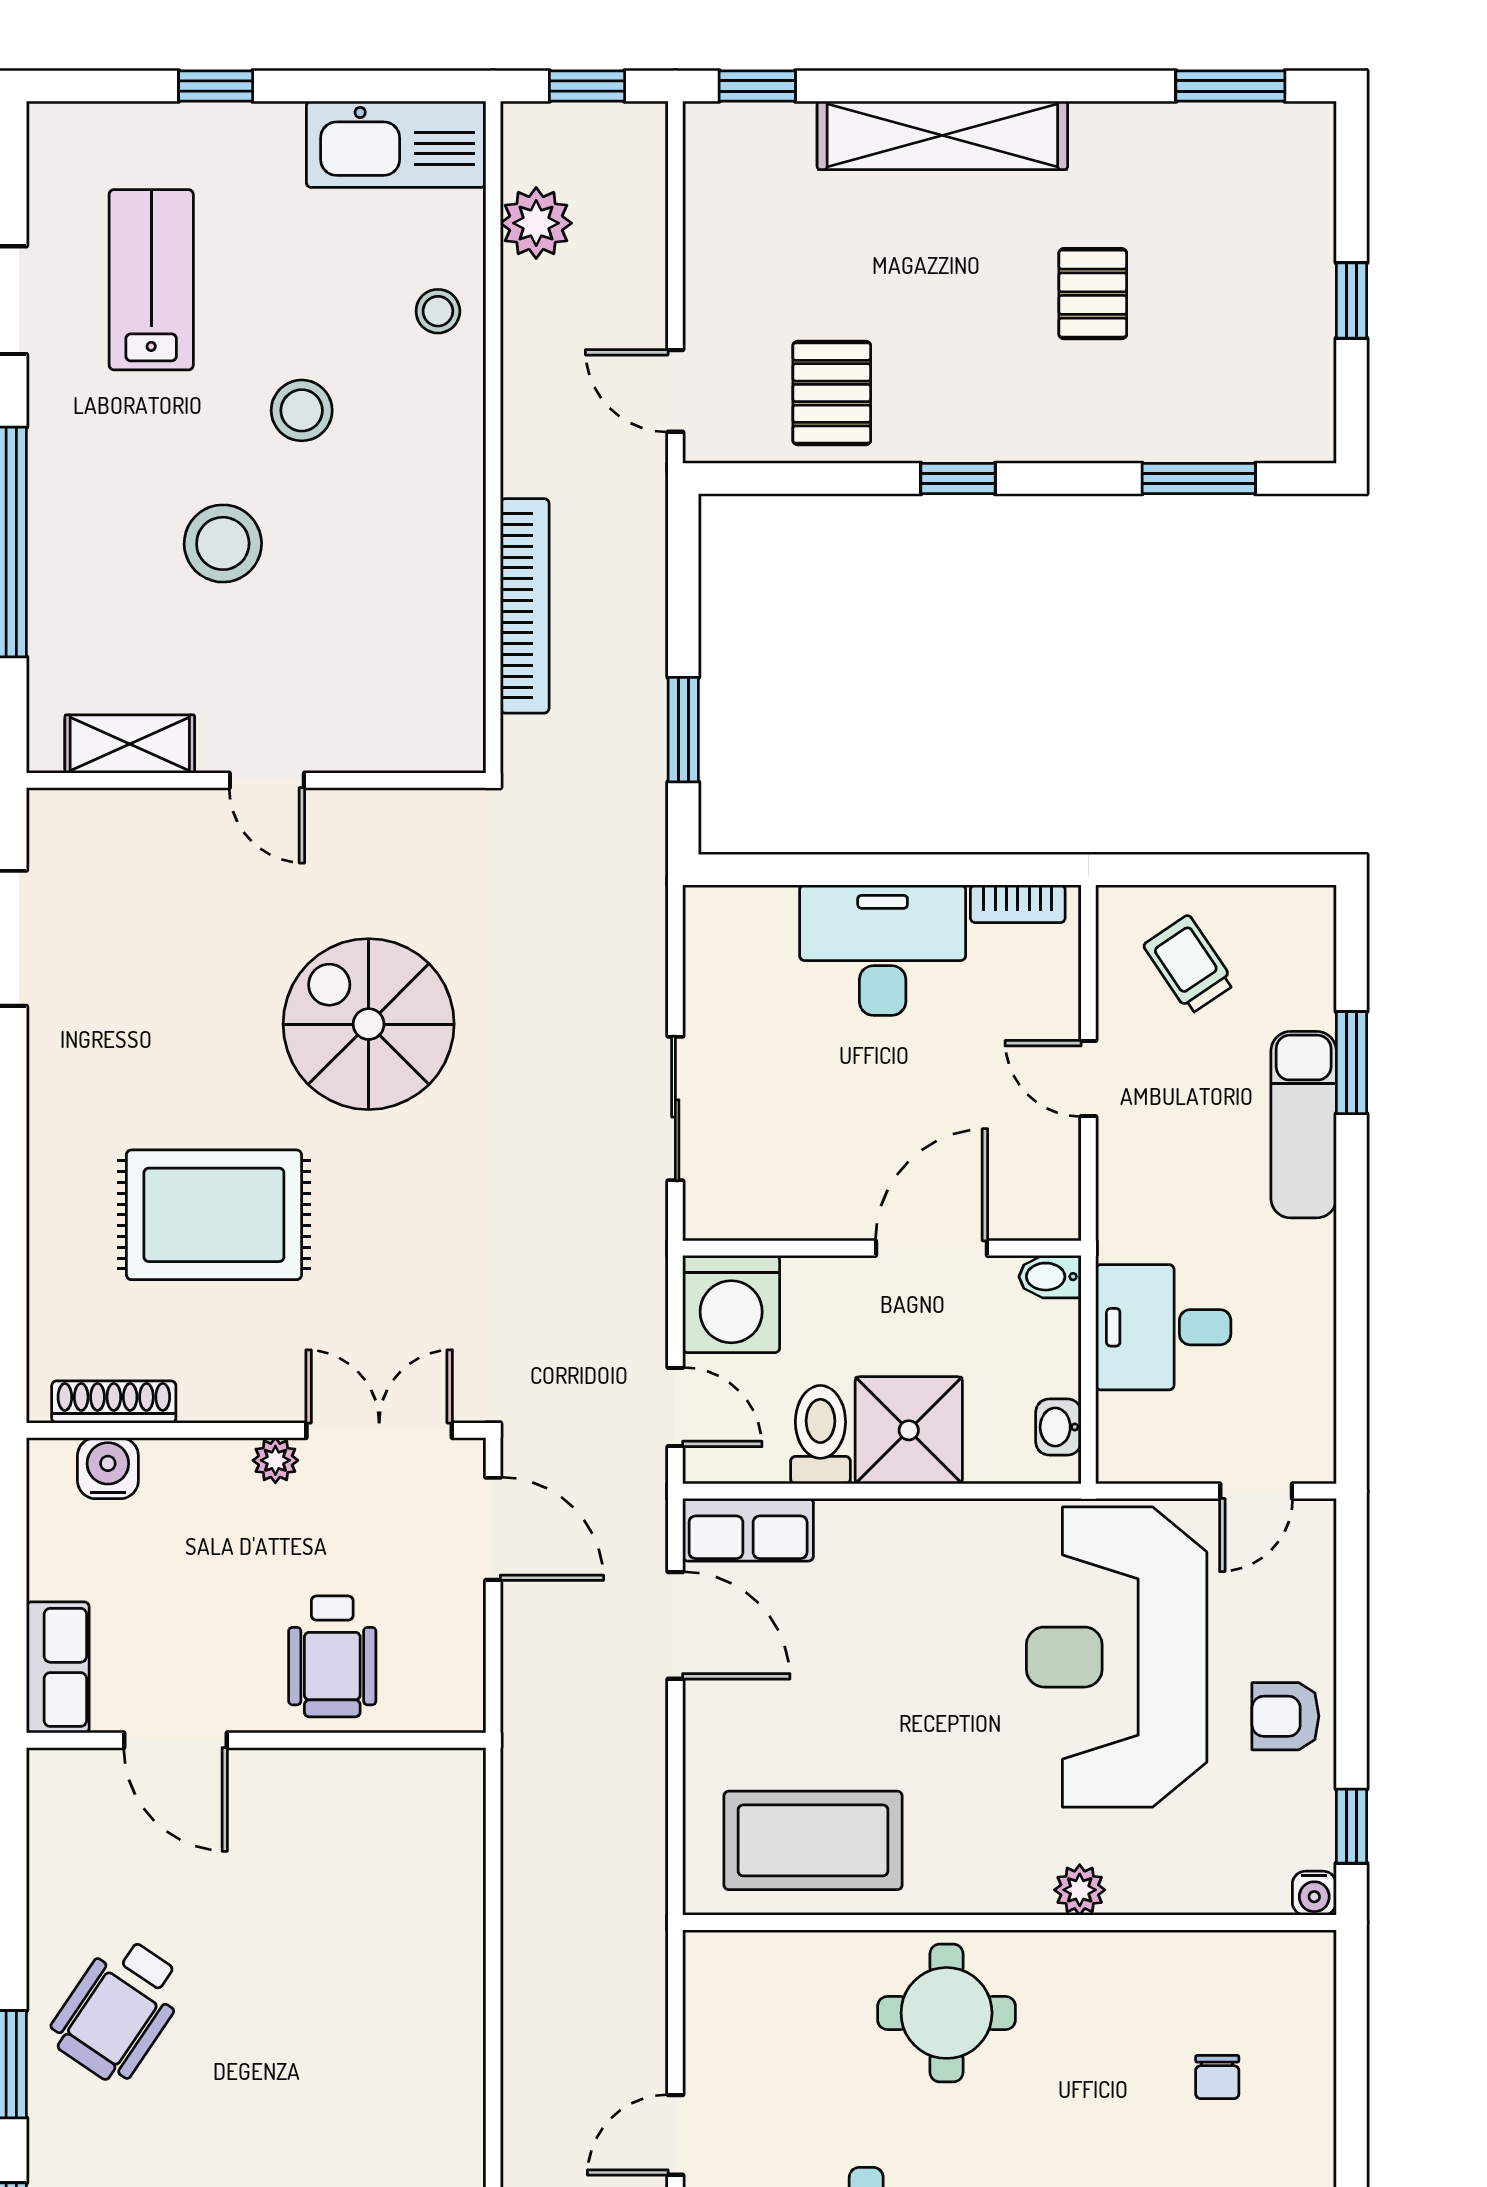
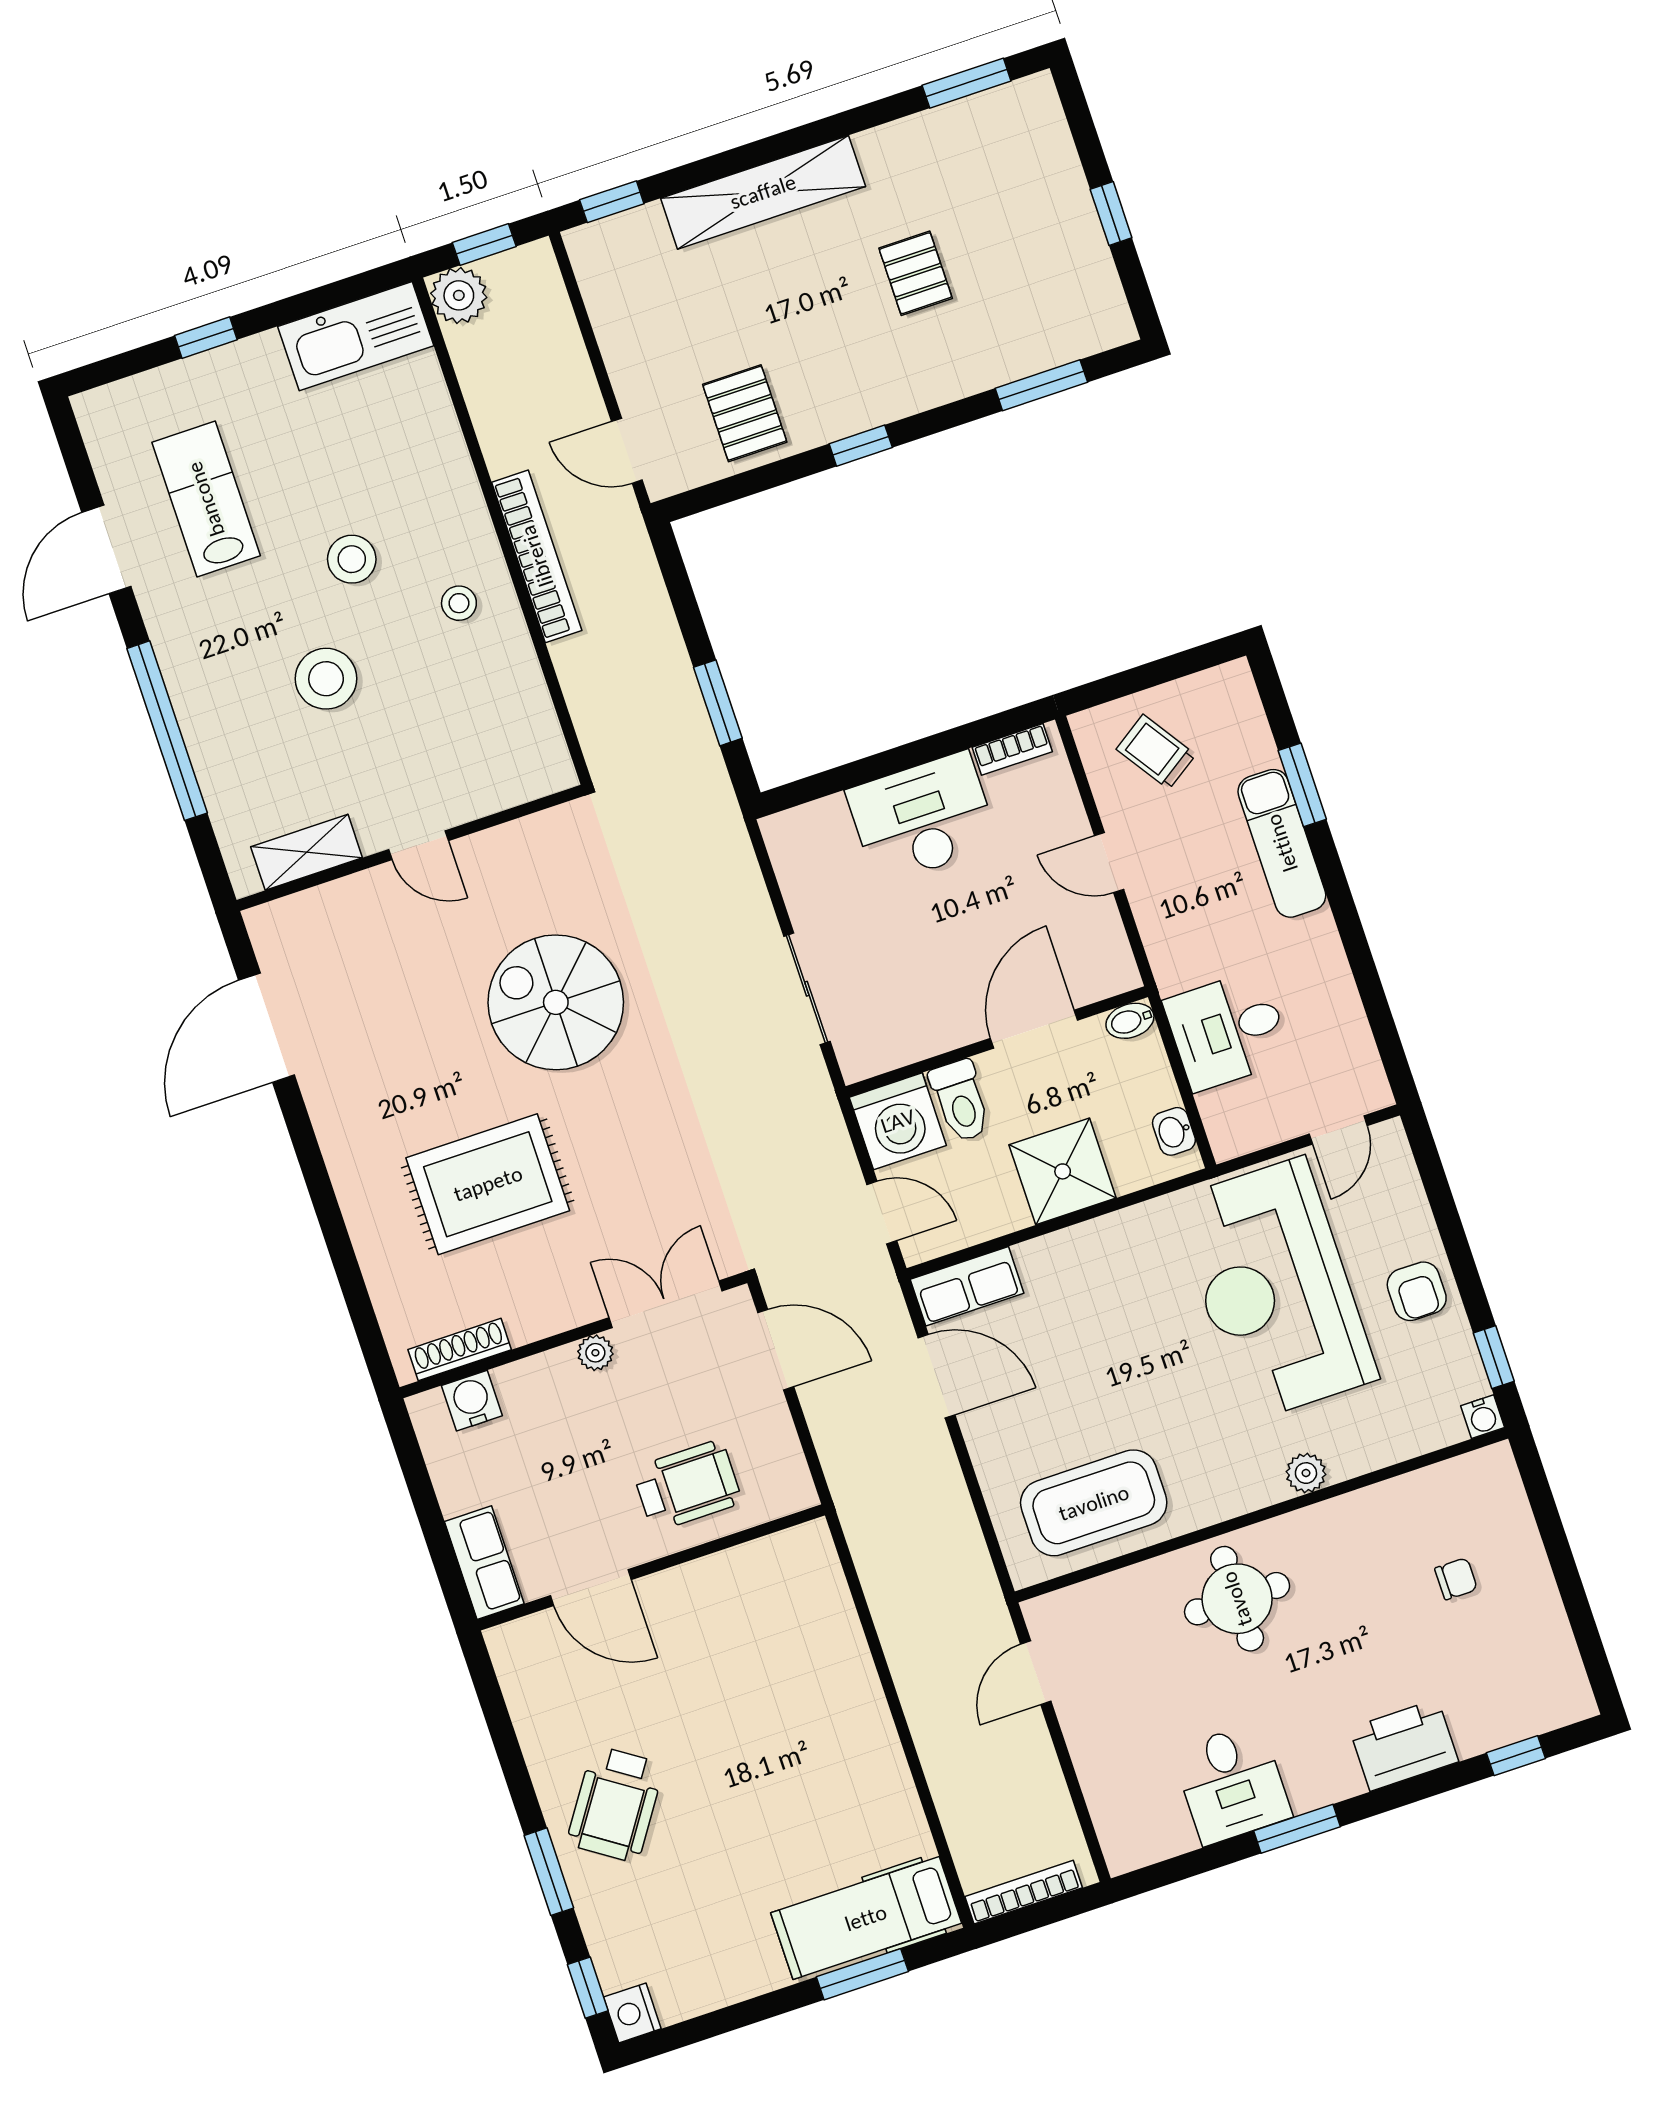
plant: (536, 223) -> (459, 295), moved
stool: (438, 311) -> (459, 603), moved
bookcase: (525, 606) -> (537, 556), moved
toilet: (820, 1435) -> (960, 1101), moved, turned 180
wheelchair: (332, 1656) -> (687, 1485), turned -90
armchair: (1285, 1716) -> (1417, 1291), turned -90
chair: (1217, 2077) -> (1456, 1579), turned -90
door: (675, 2135) -> (1036, 1673), moved

